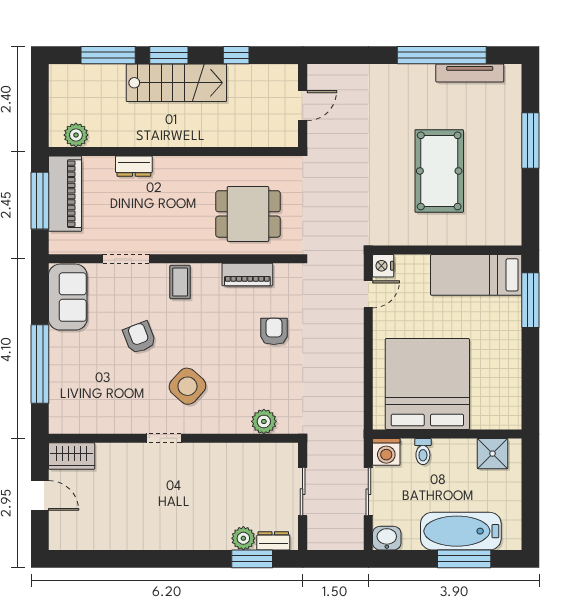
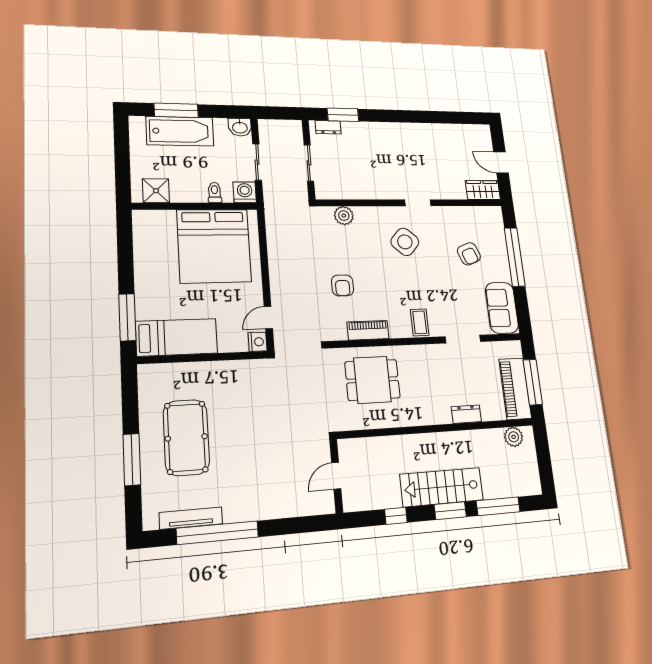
pool table: (439, 171) -> (186, 437), moved
armchair: (140, 338) -> (469, 254), moved
plant: (243, 538) -> (351, 130), removed

